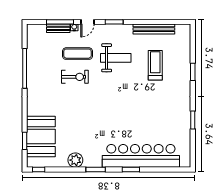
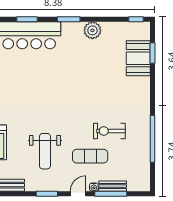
weight bench: (116, 58) -> (45, 151), turned -90
exercise bike: (75, 77) -> (109, 131), moved
booth: (41, 137) -> (138, 58), width x0.73, depth x0.70

